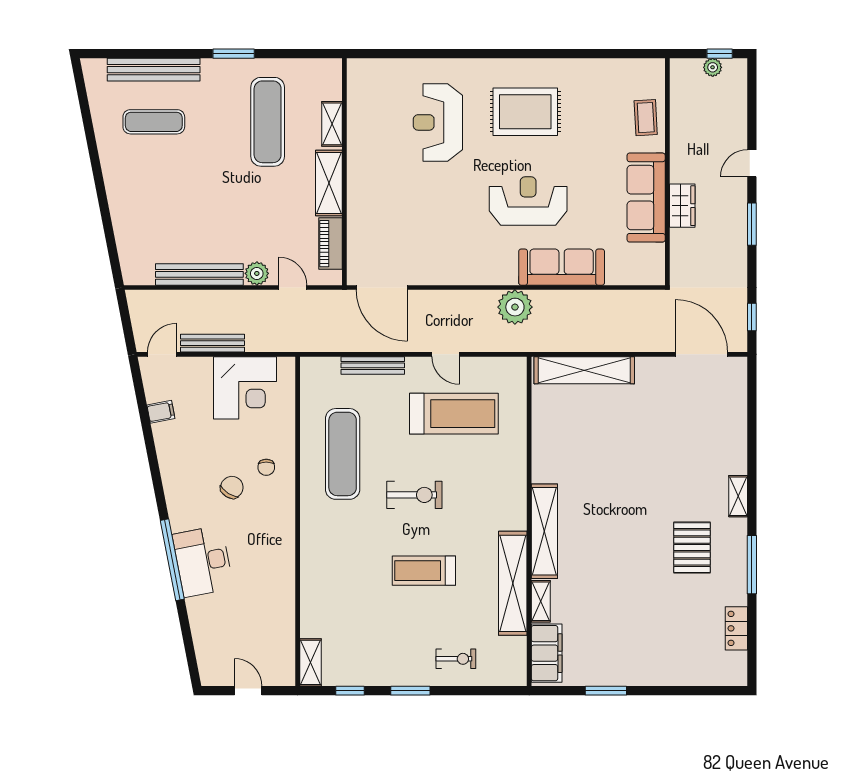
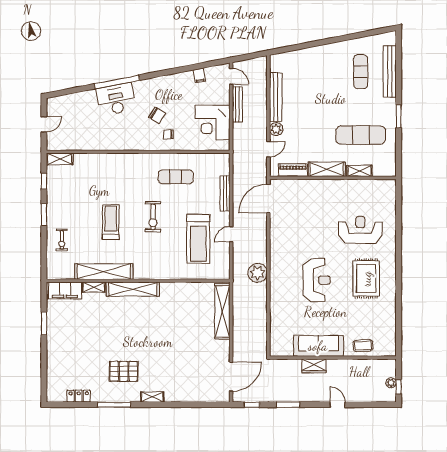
window: (752, 224) -> (288, 405), moved
sofa: (562, 267) -> (280, 299), removed
exercise mat: (343, 454) -> (176, 177), width x0.73, depth x0.69

